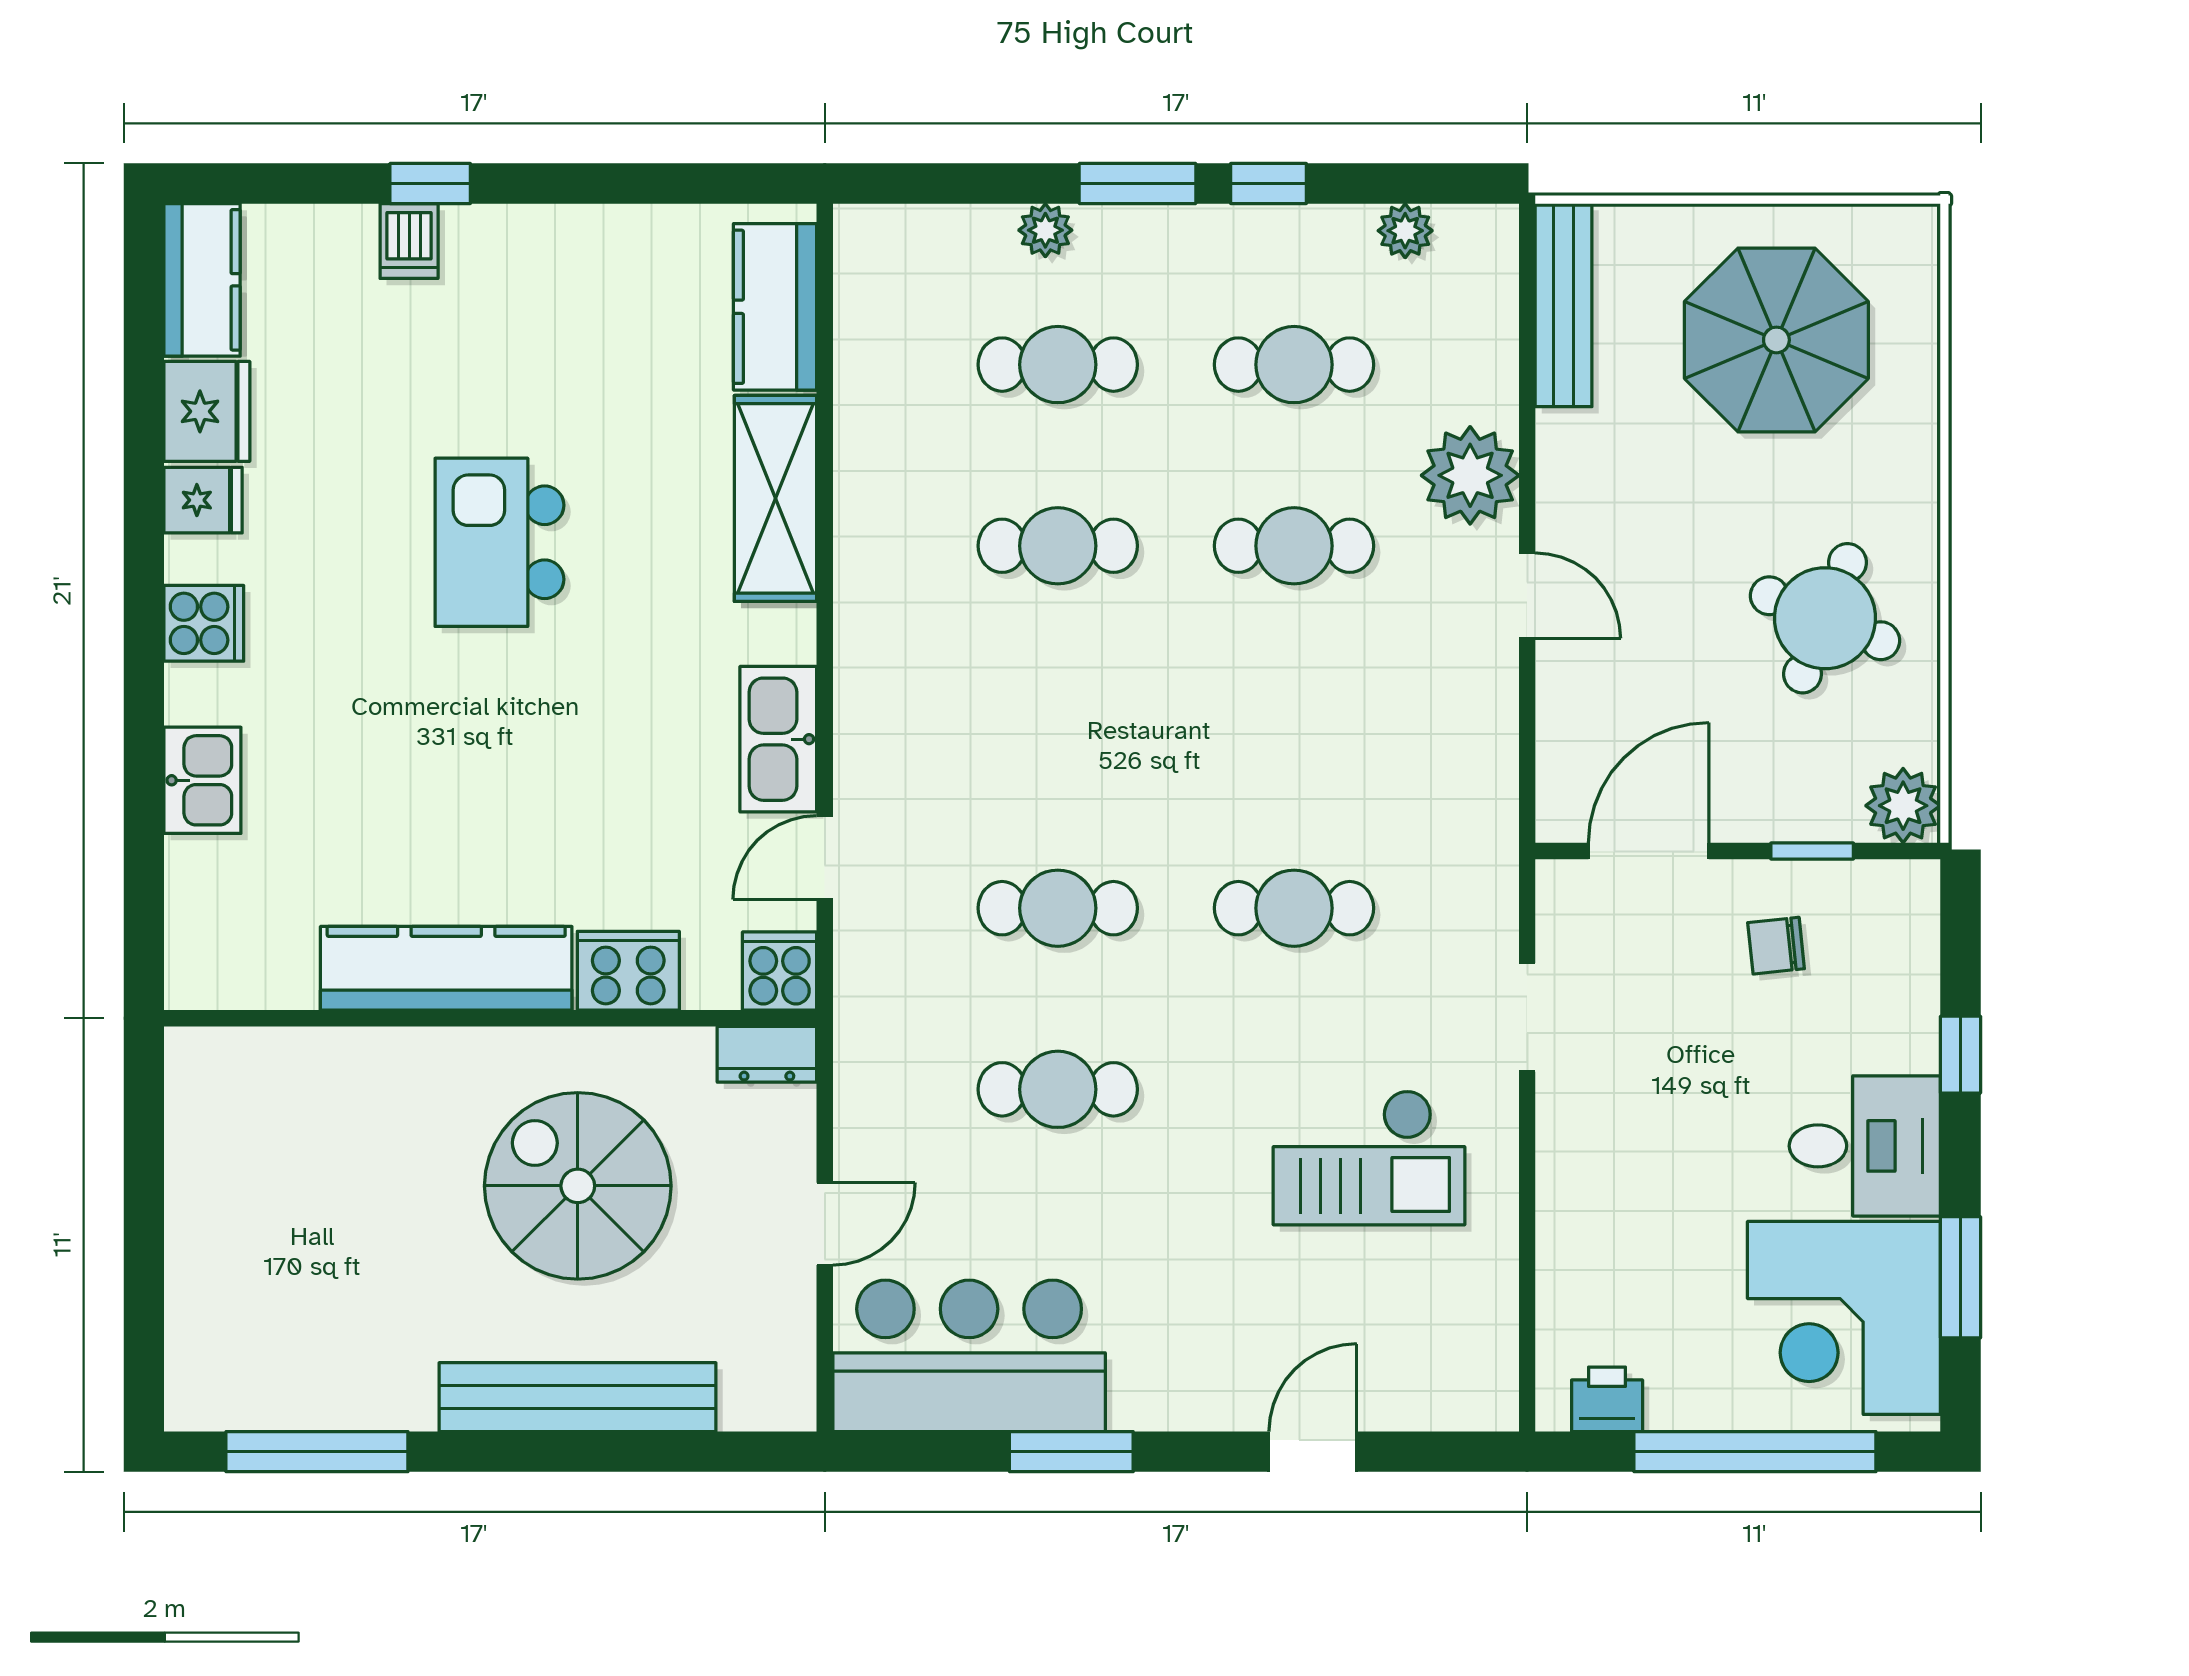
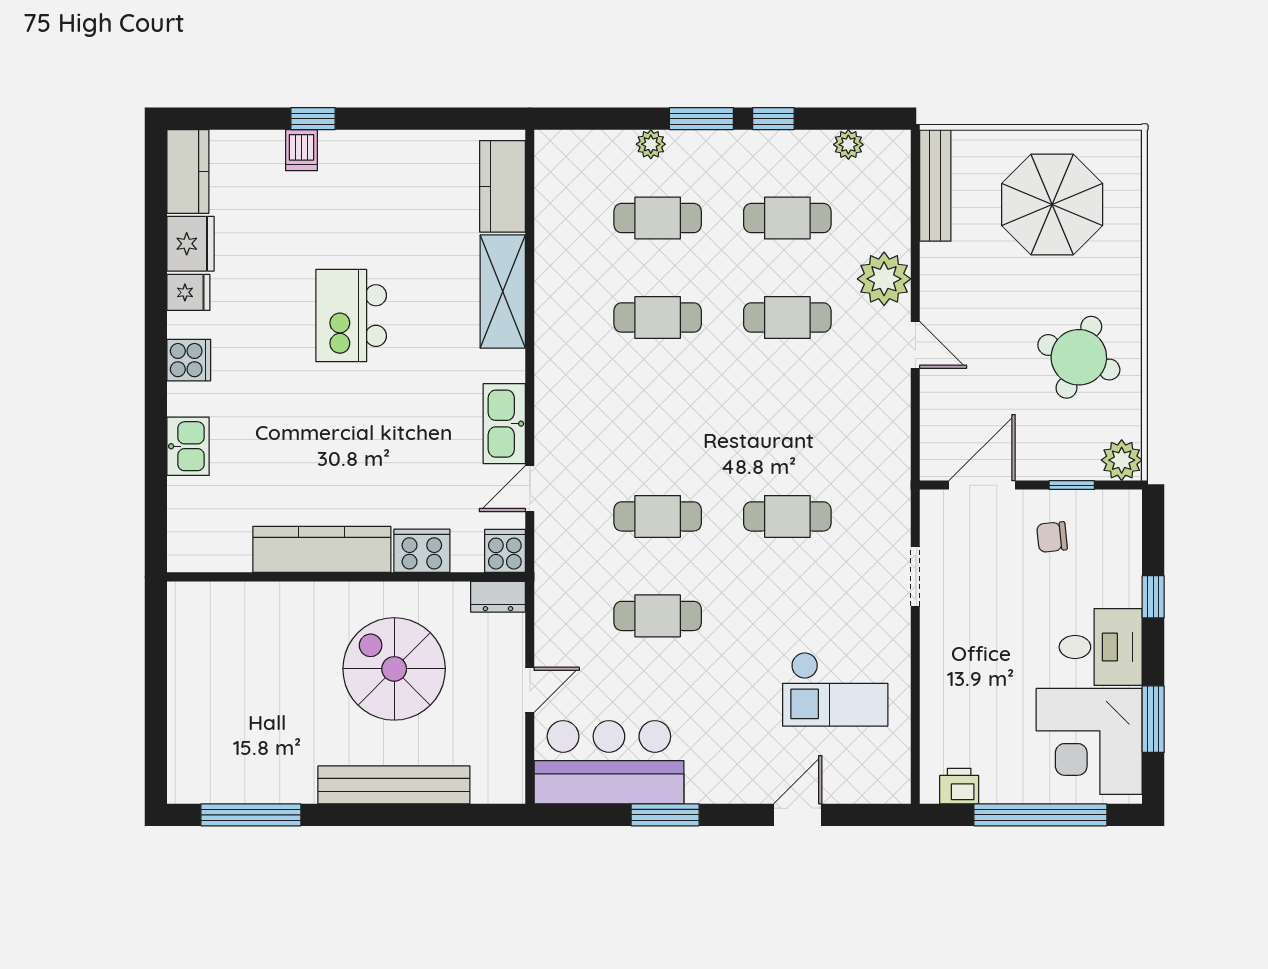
checkout: (1369, 1158) -> (835, 689), moved

